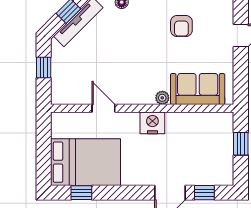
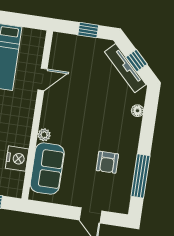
armchair: (181, 26) -> (107, 162), turned -90
nightstand: (152, 123) -> (17, 159), moved

